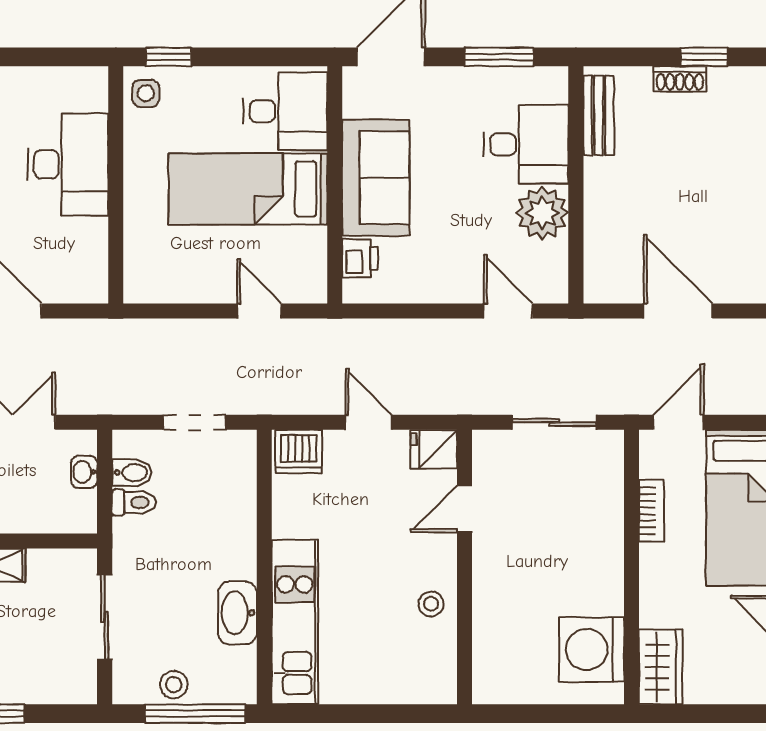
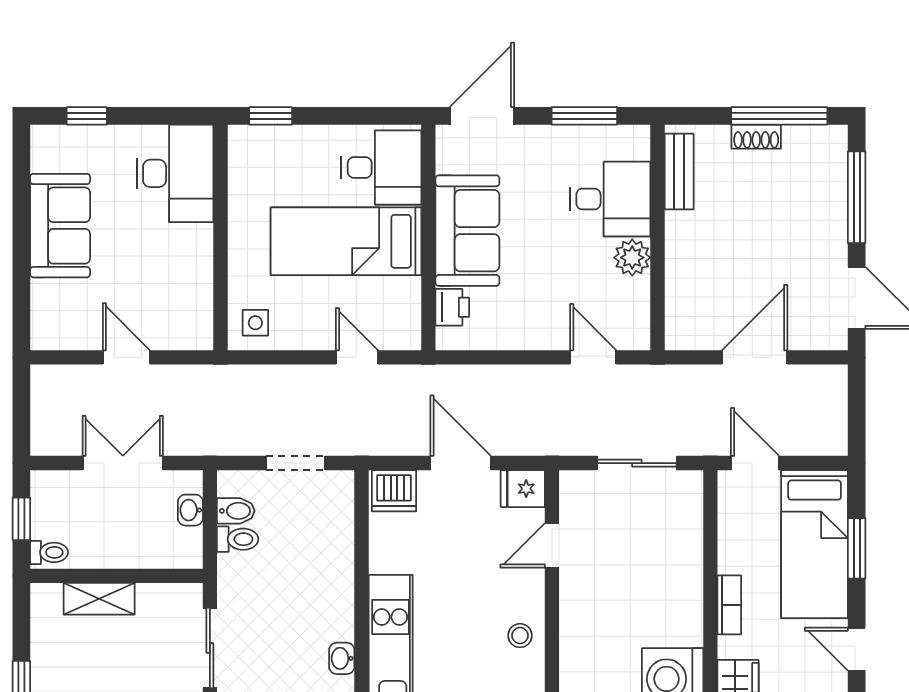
window: (704, 57) -> (779, 116), width x2.17
side table: (146, 93) -> (255, 323), moved
desk: (68, 164) -> (175, 173), moved
plant: (542, 213) -> (632, 258), width x0.73, depth x0.73
door: (678, 311) -> (755, 357), hinge flipped
door: (369, 422) -> (461, 463), width x1.38
door: (678, 422) -> (755, 463), hinge flipped
bookcase: (651, 511) -> (729, 605), moved
washbasin: (237, 613) -> (342, 658), width x0.52, depth x0.69

